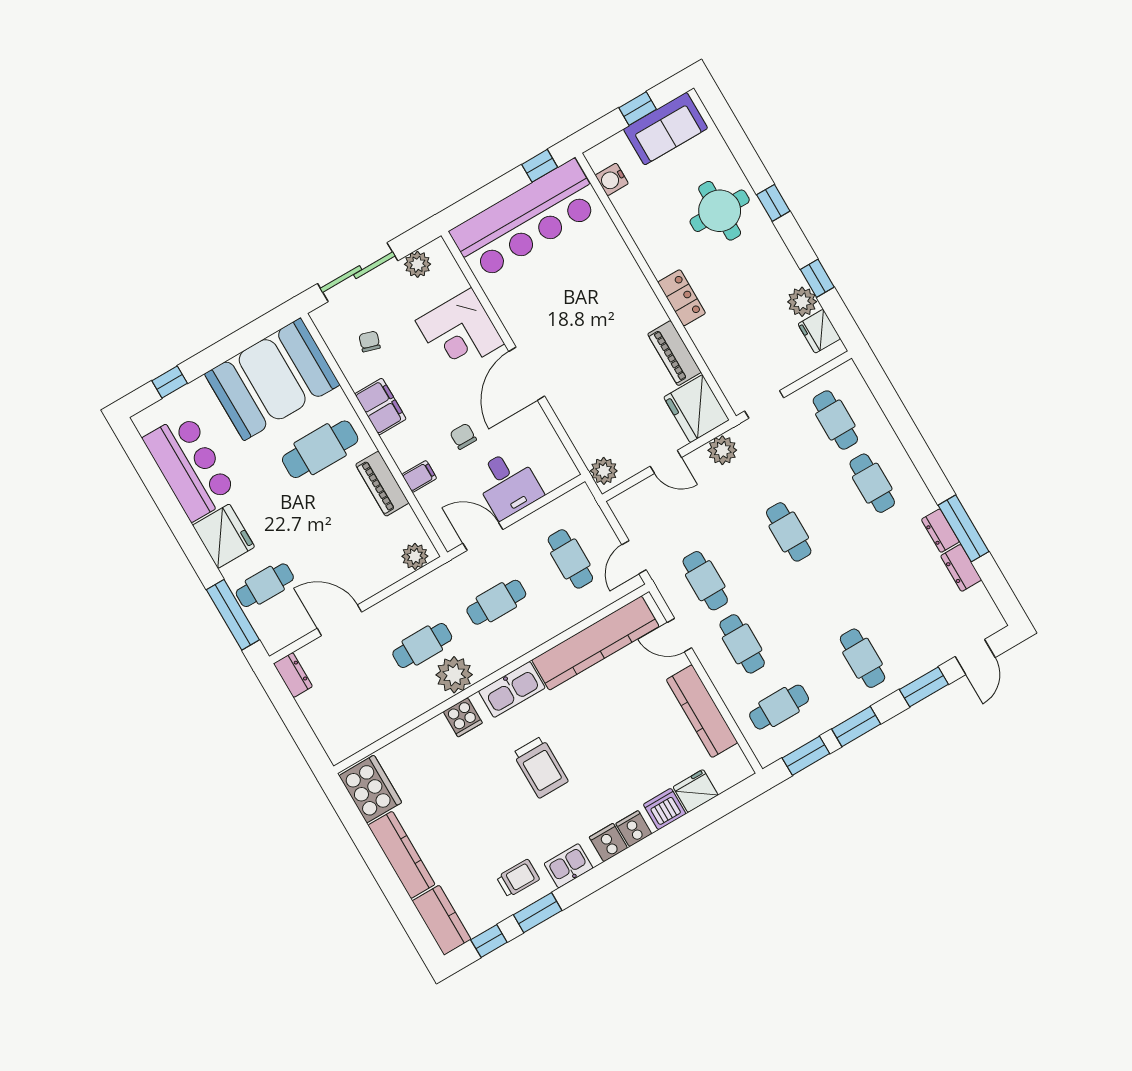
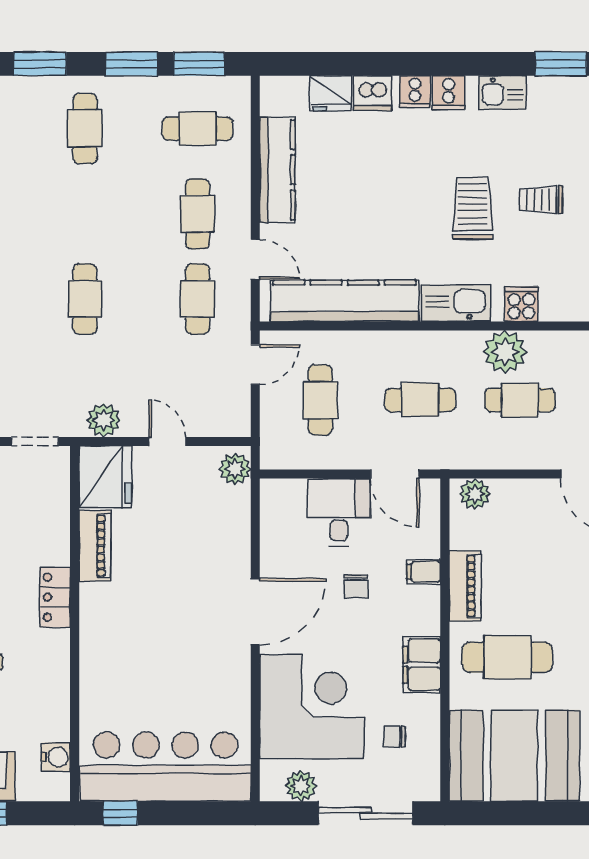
corner desk: (460, 332) -> (312, 707), width x1.36, depth x1.36
chair: (370, 341) -> (394, 737), turned 73
trolley: (518, 878) -> (541, 200), moved

